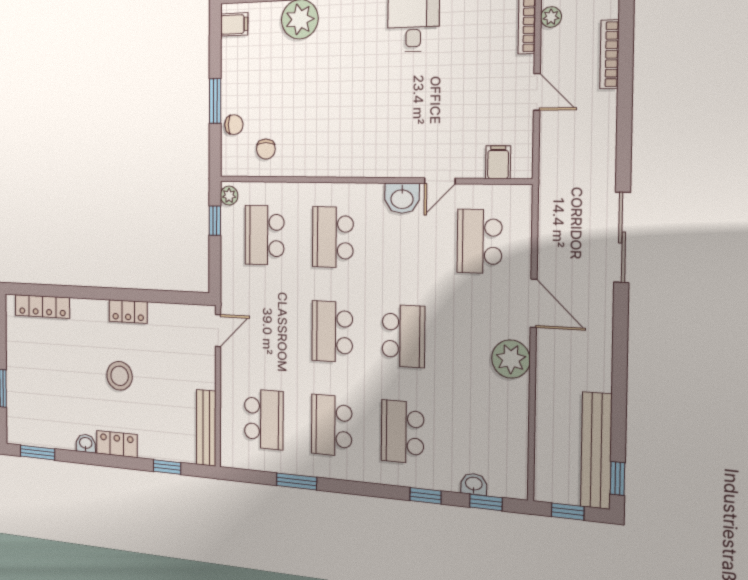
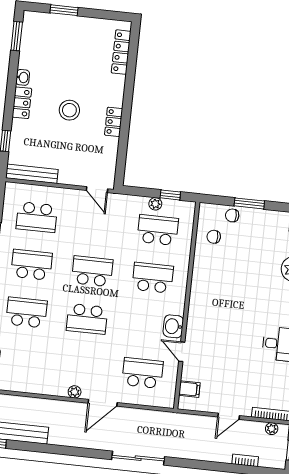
bookcase: (609, 54) -> (245, 460), width x0.64
chair: (234, 125) -> (232, 215), turned 89
plant: (229, 196) -> (155, 204), moved
plant: (511, 359) -> (75, 392), width x0.53, depth x0.53

